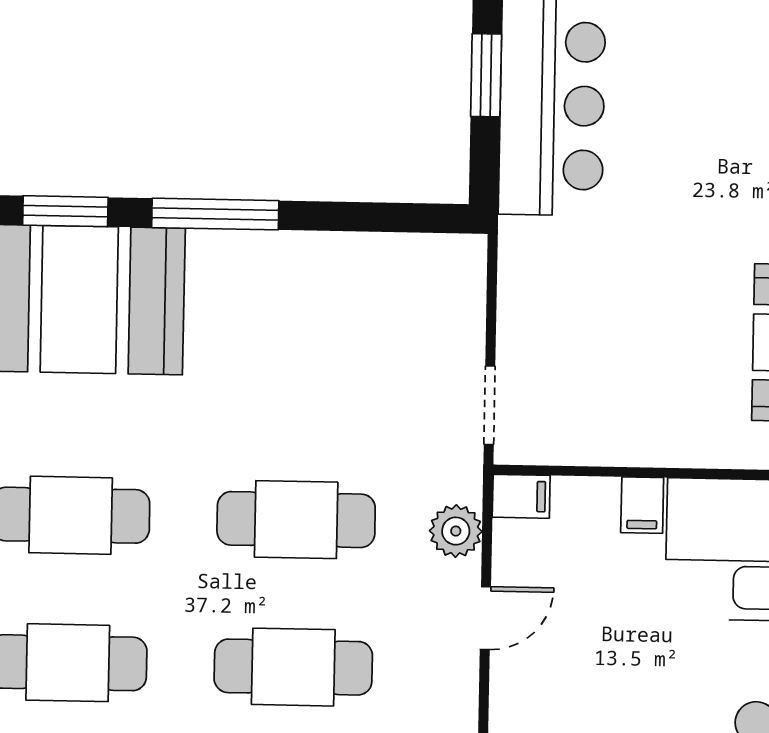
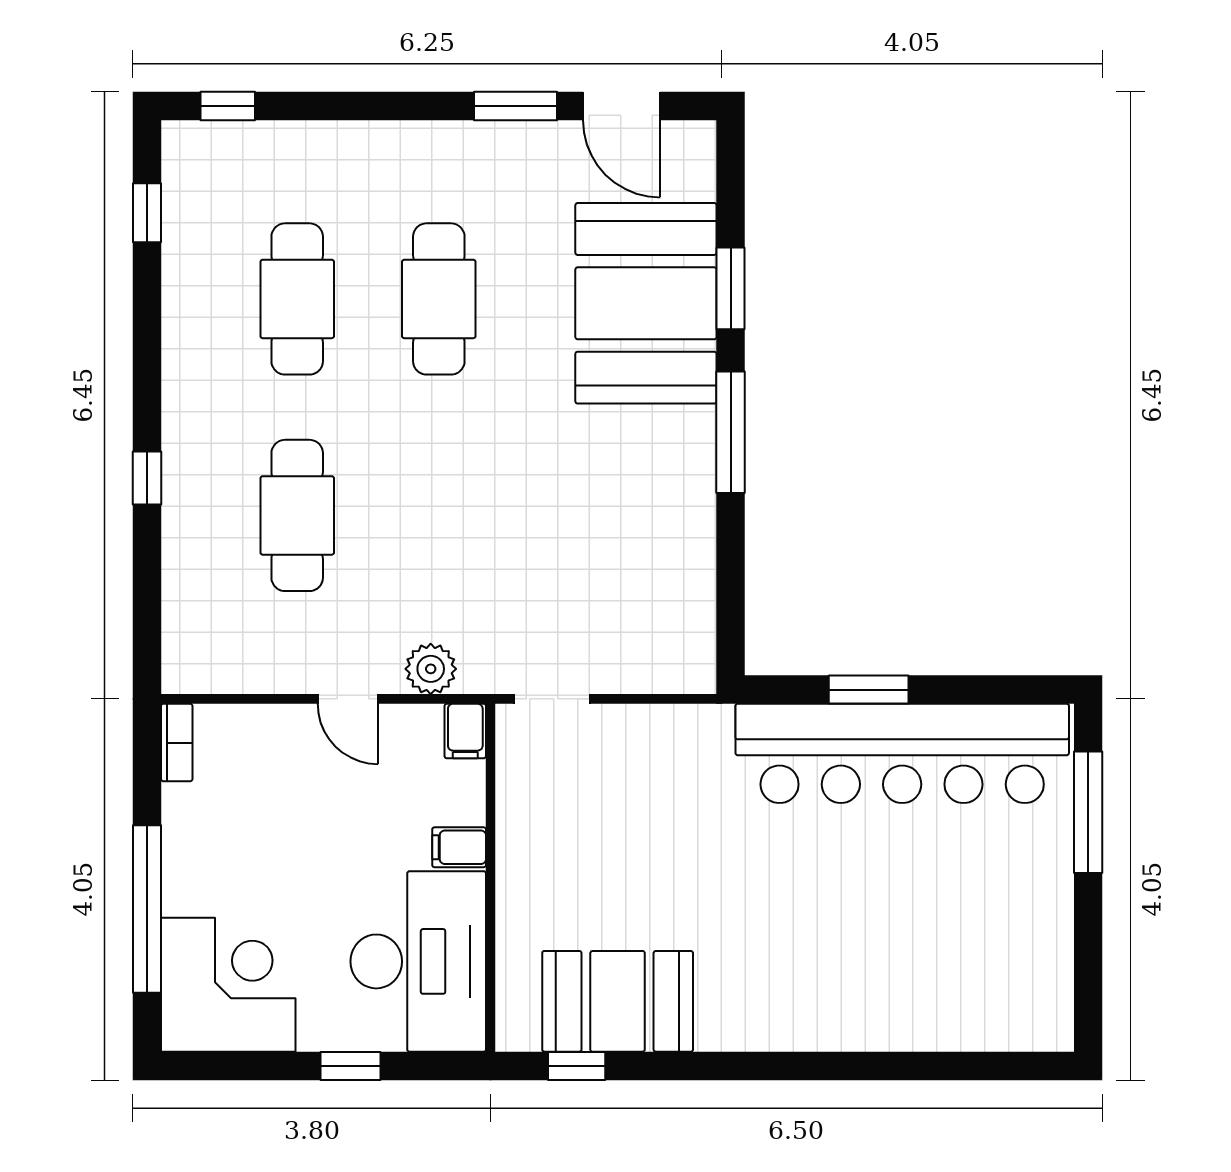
cafe table: (296, 520) -> (439, 515), removed

